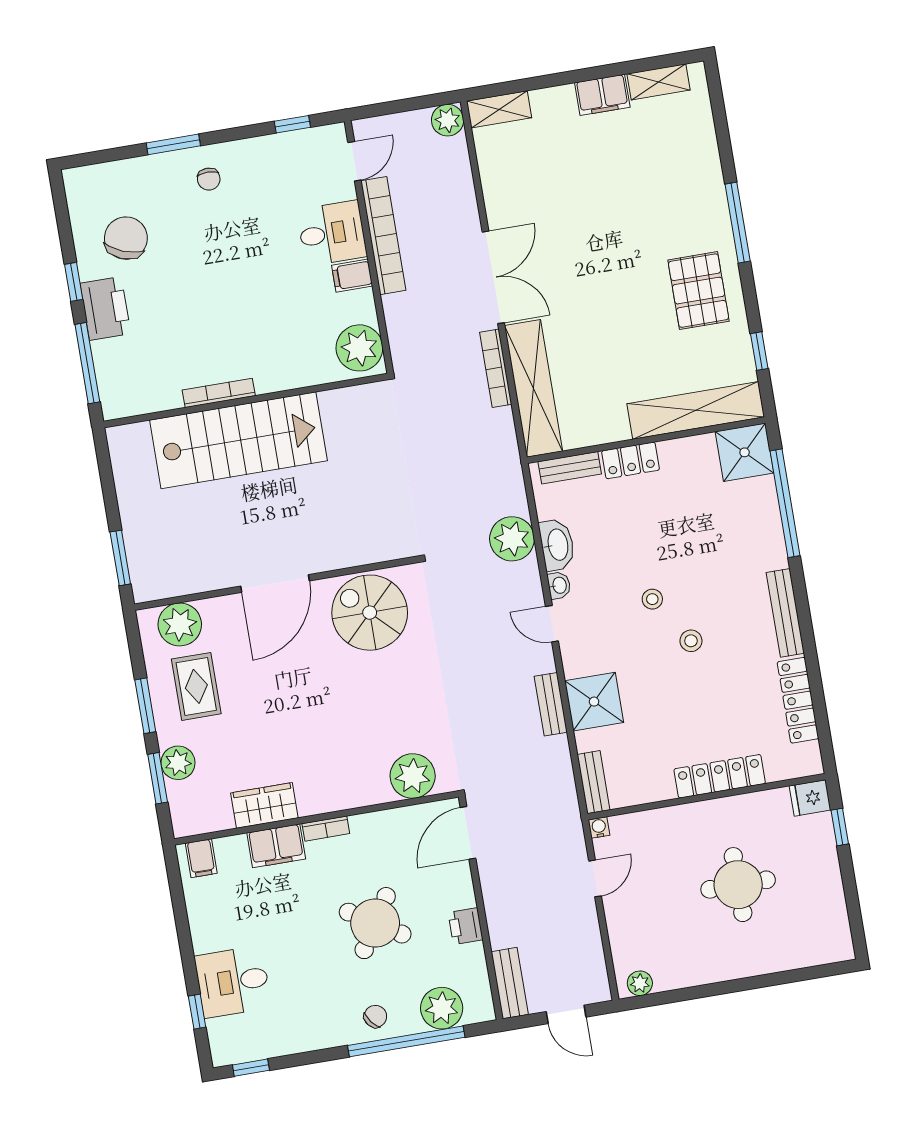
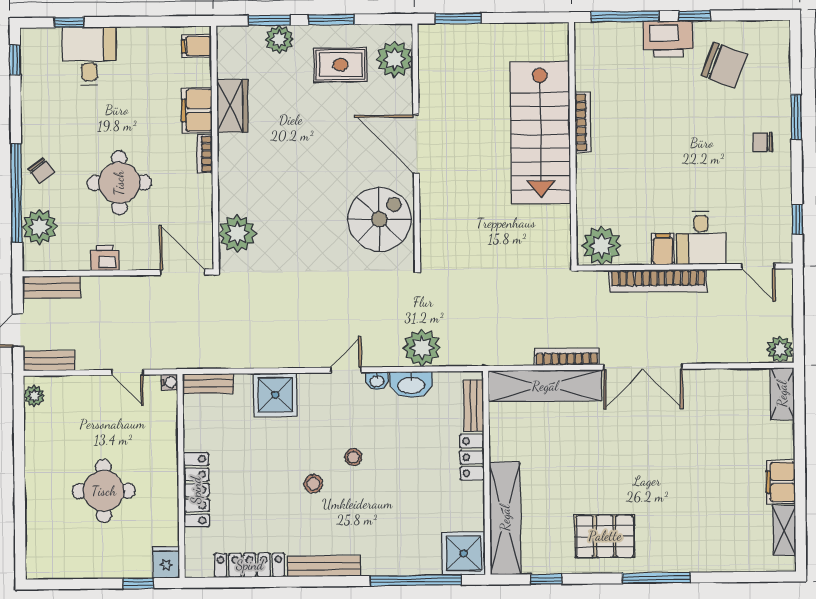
bookcase: (383, 236) -> (658, 281), moved
bench: (551, 704) -> (49, 361), moved
round table: (375, 923) -> (119, 183), turned -32

